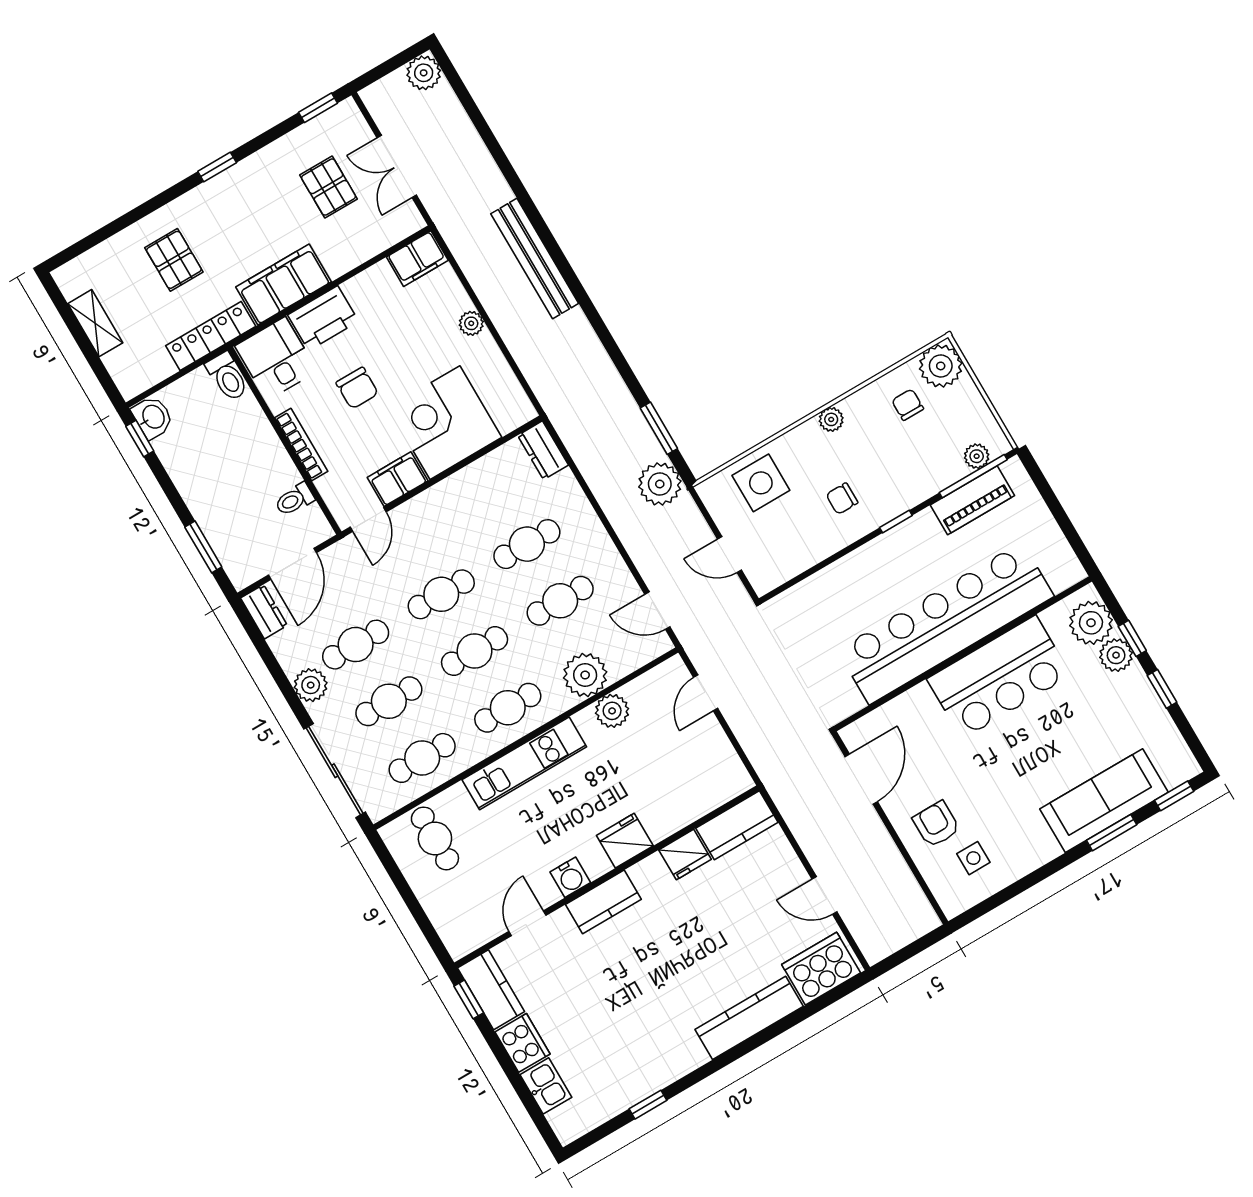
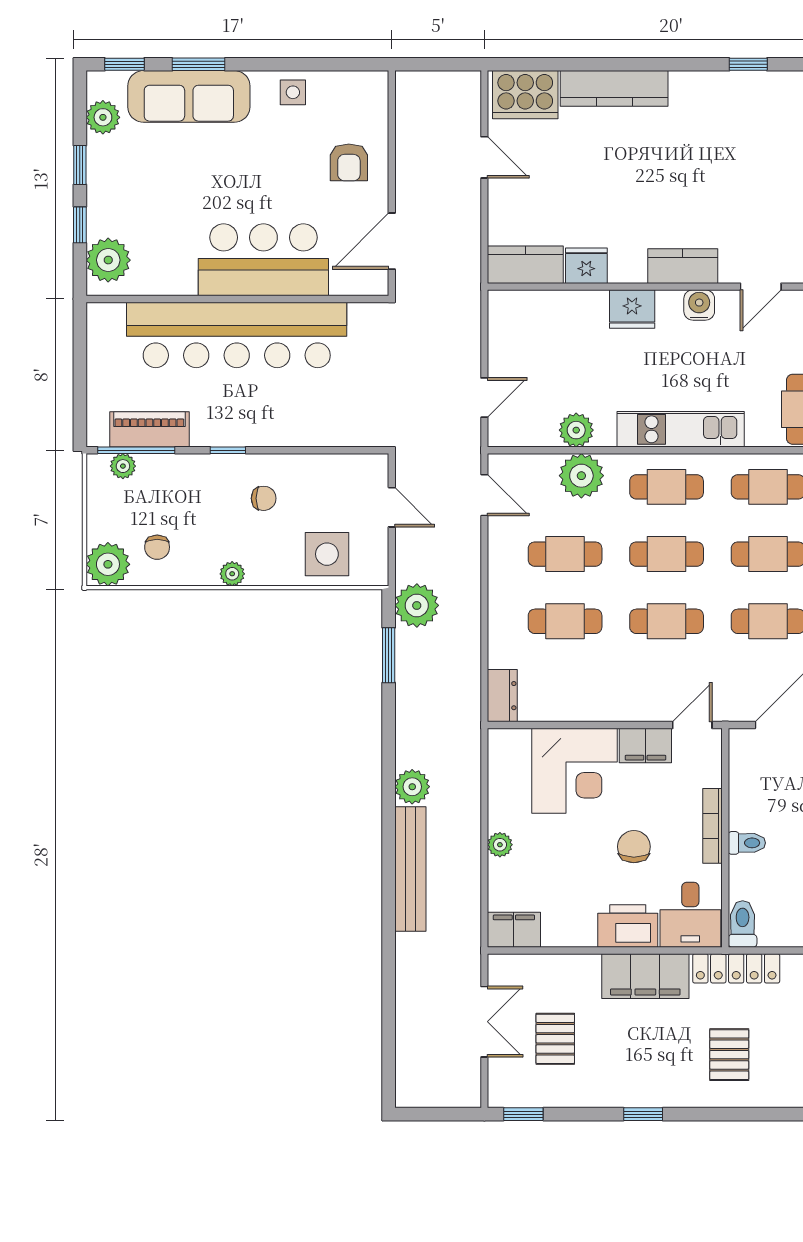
plant: (424, 73) -> (412, 787), moved
toilet: (294, 499) -> (747, 843), moved
plant: (1116, 655) -> (103, 117), moved
bar counter: (999, 677) -> (263, 260), moved
side table: (973, 858) -> (293, 92), moved

